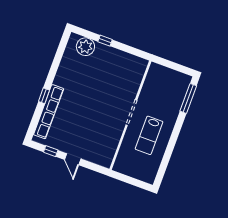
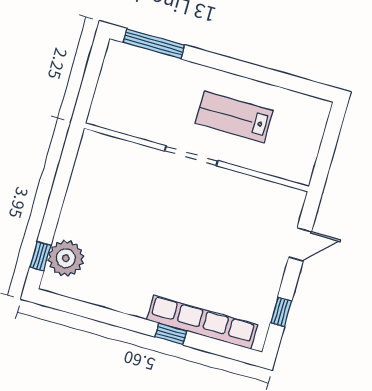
window: (105, 41) -> (40, 256), moved
lab bench: (149, 135) -> (234, 117), turned 180
door: (73, 159) -> (300, 245), moved

